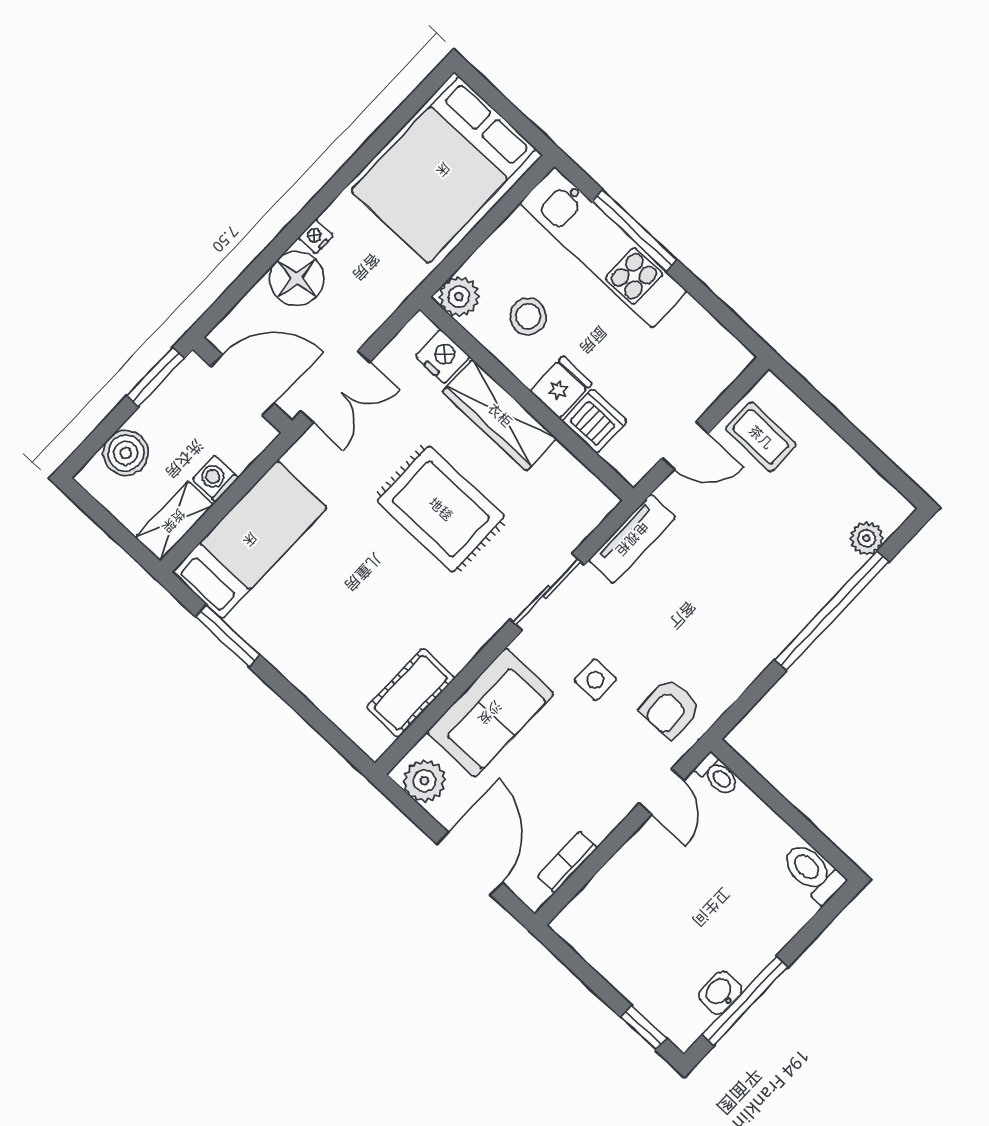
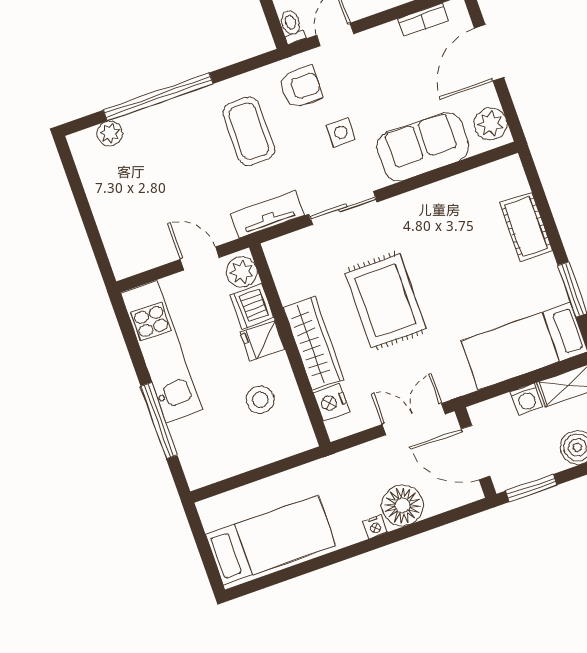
bed: (443, 170) -> (271, 540), width x0.67
kitchen unit: (603, 247) -> (162, 351), moved
plant: (459, 297) -> (242, 272), moved
coffee table: (761, 437) -> (249, 131), moved, width x1.36, depth x1.30
cot: (410, 693) -> (526, 227), moved, turned 90

